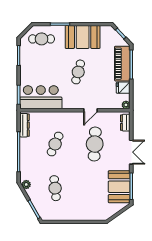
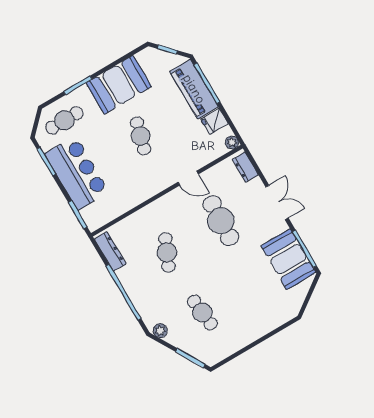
bar counter: (41, 97) -> (77, 173), moved, turned 90
door: (91, 110) -> (188, 178), hinge flipped

